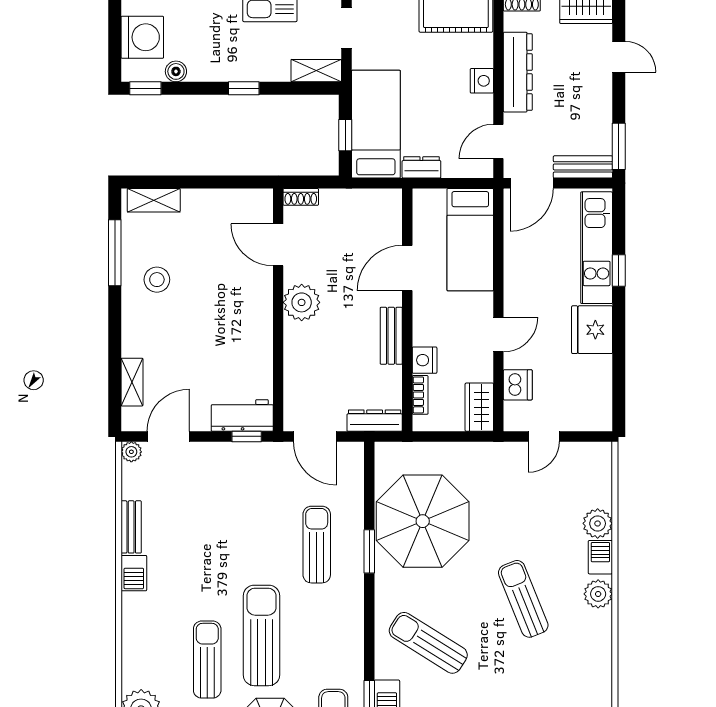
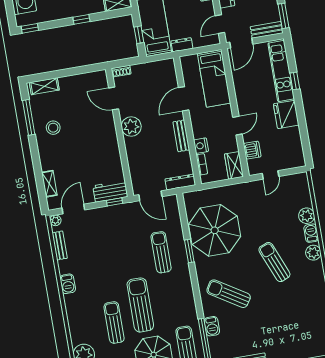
boiler: (176, 71) -> (44, 17), removed
bench: (131, 527) -> (60, 245), moved

